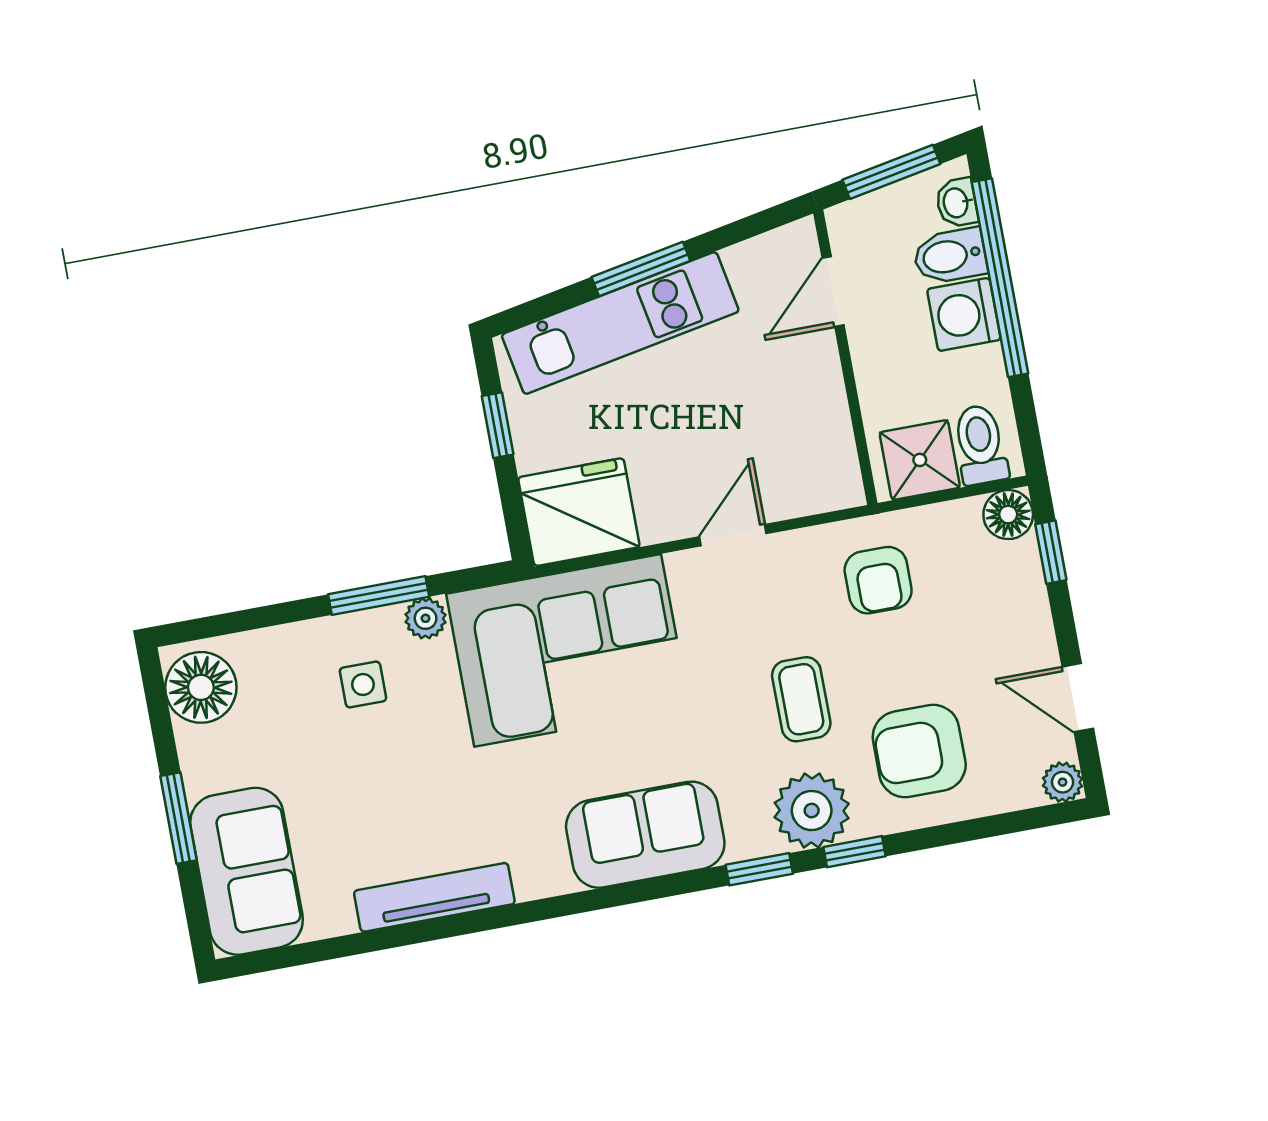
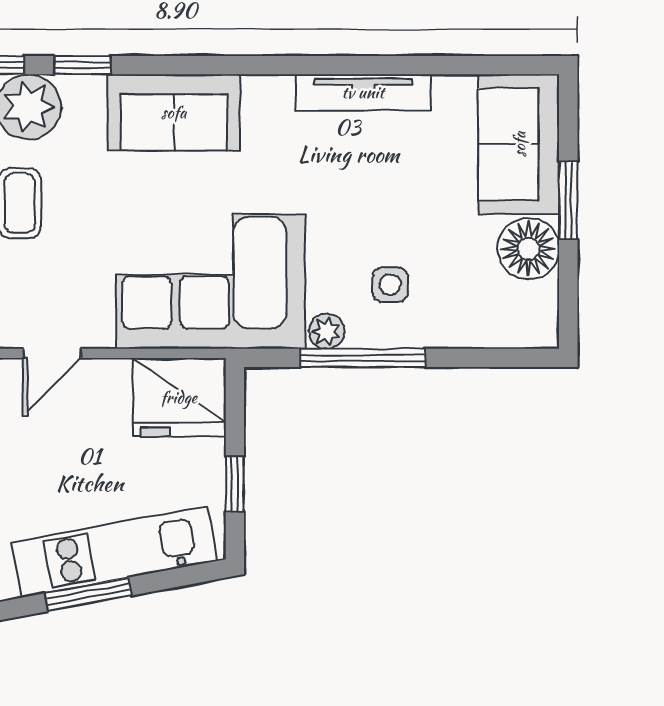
window: (379, 596) -> (363, 358), width x1.44
floor lamp: (201, 687) -> (529, 249), moved

